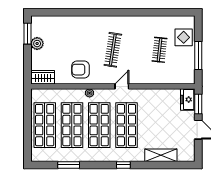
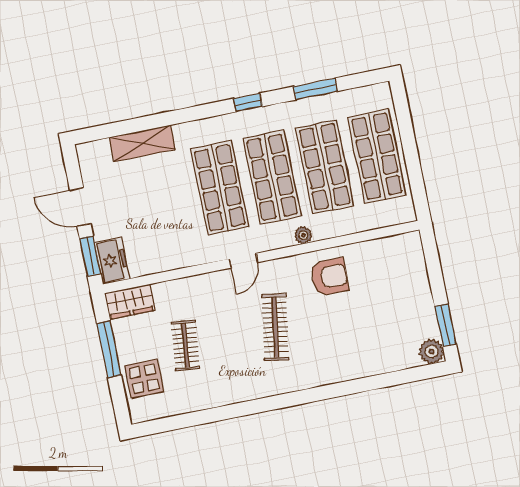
plant: (37, 44) -> (431, 352), moved
wardrobe: (43, 77) -> (130, 302), moved
window: (123, 165) -> (248, 102), moved

